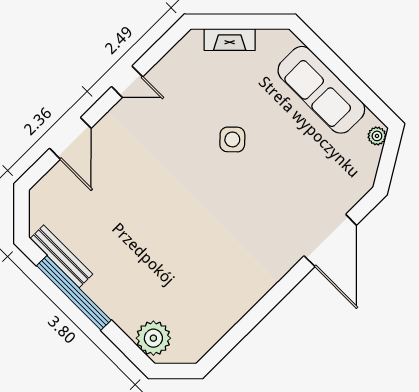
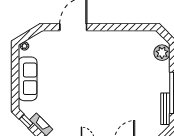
window: (258, 22) -> (26, 121), added
side table: (232, 139) -> (72, 91), removed

